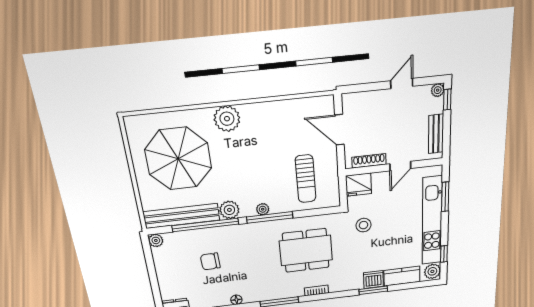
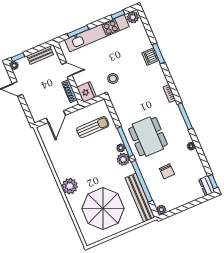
plant: (229, 210) -> (123, 159), moved
dining table: (306, 250) -> (148, 137), moved
kitchen counter: (402, 276) -> (142, 37), removed

